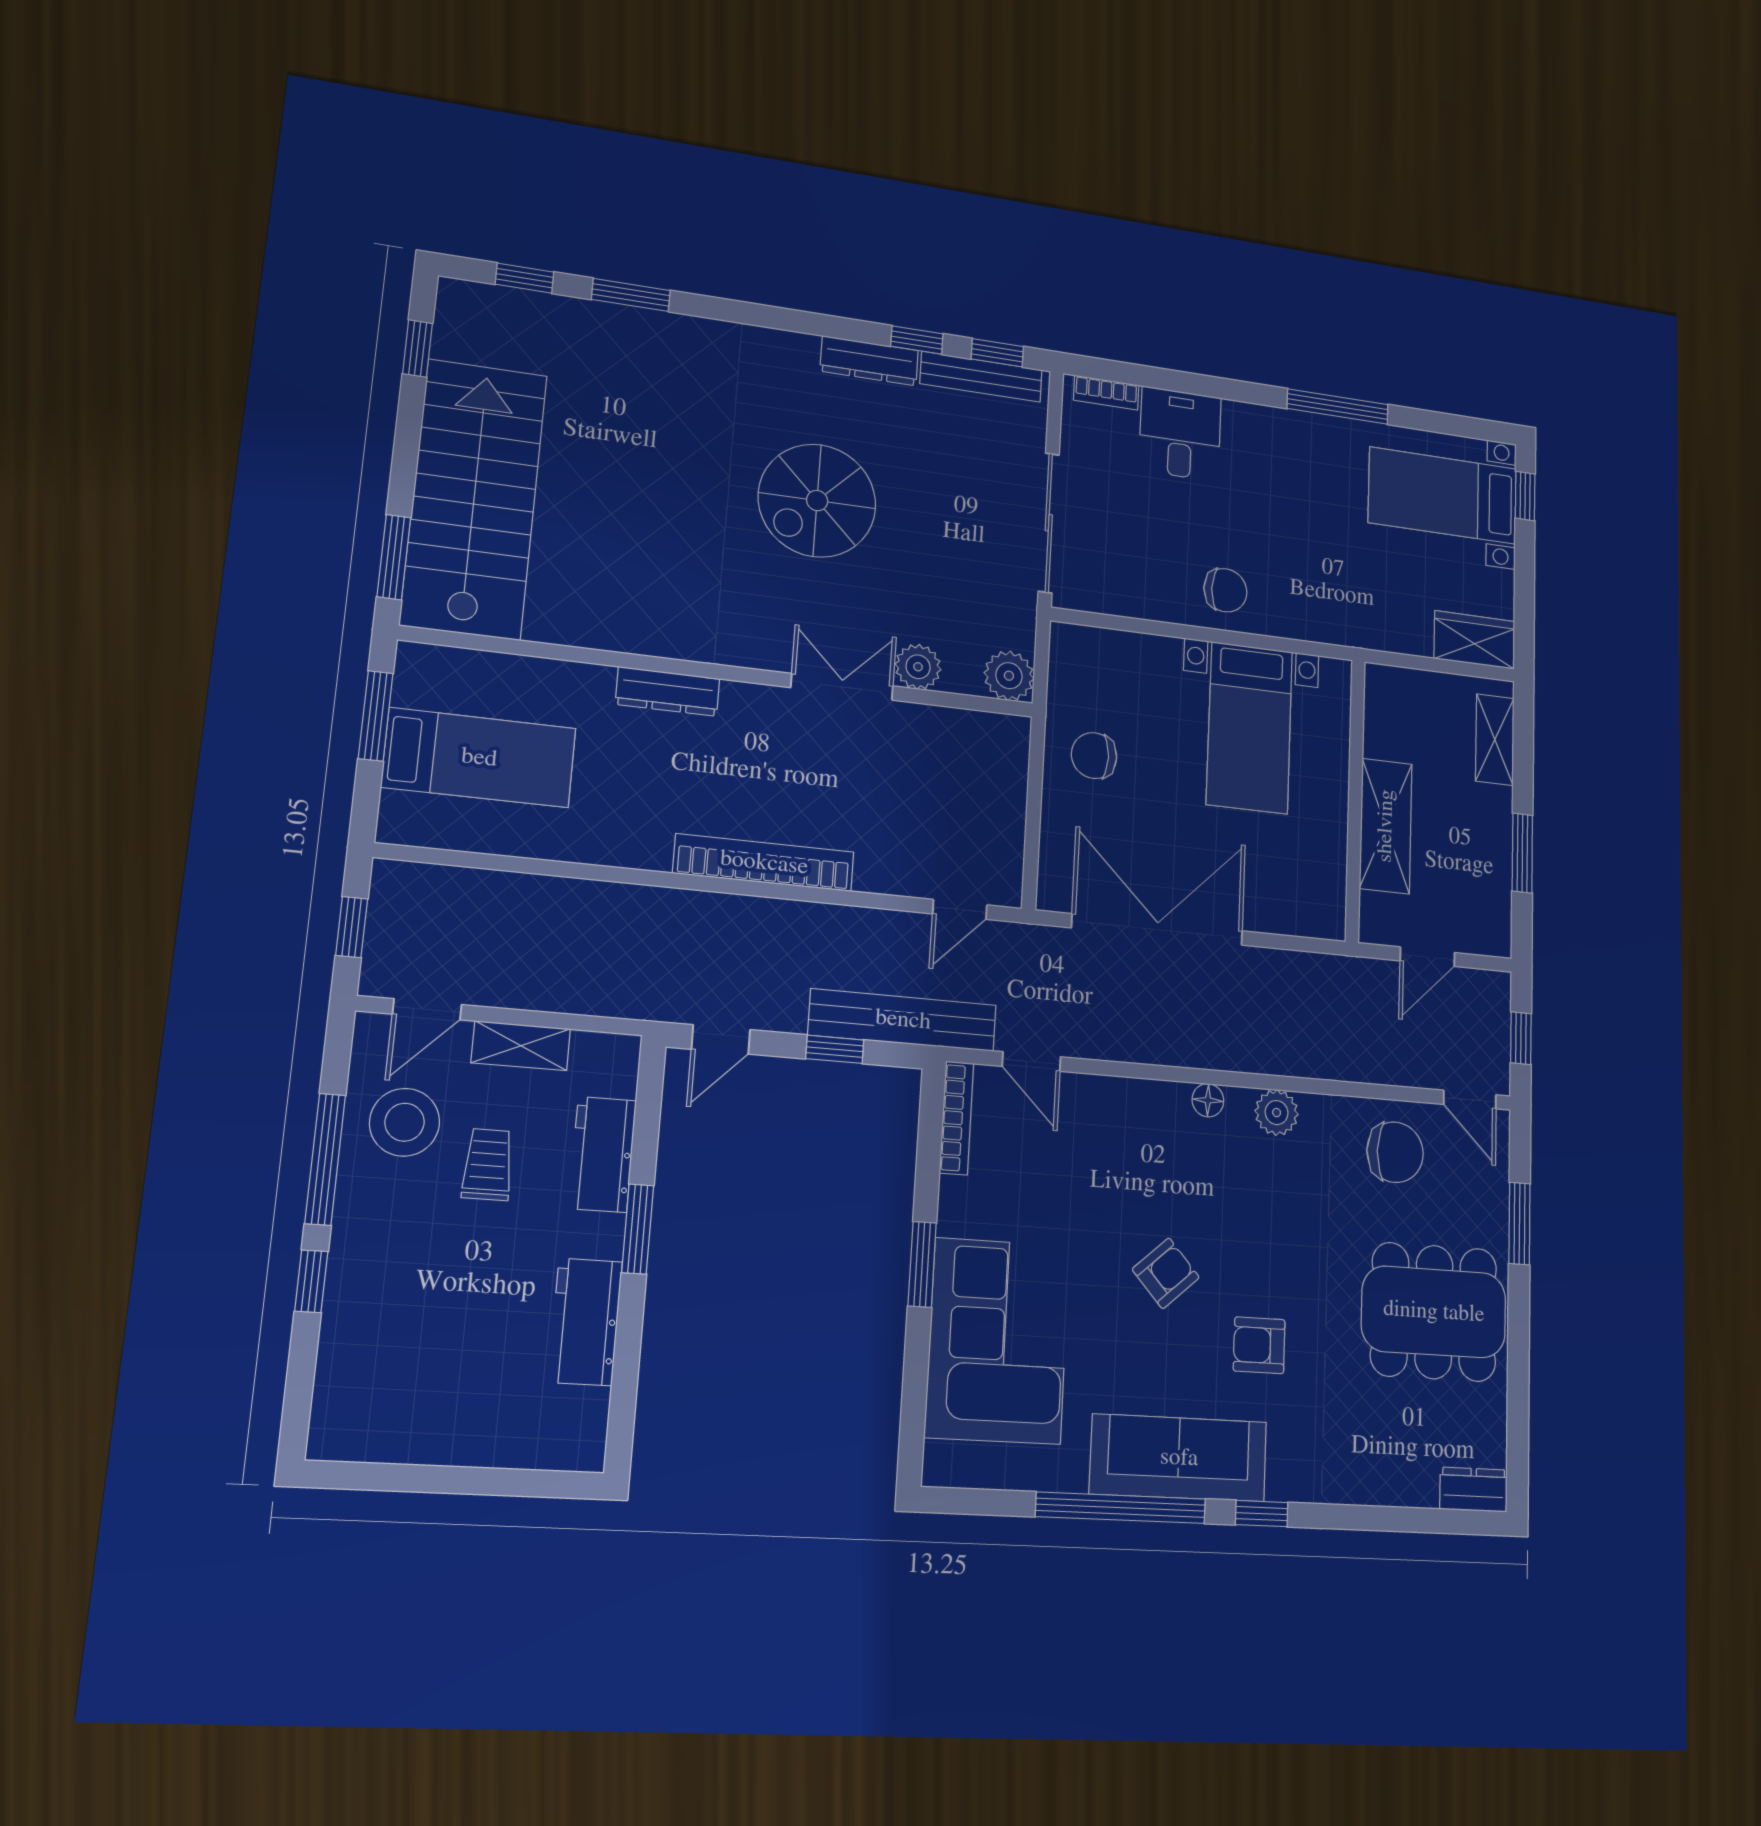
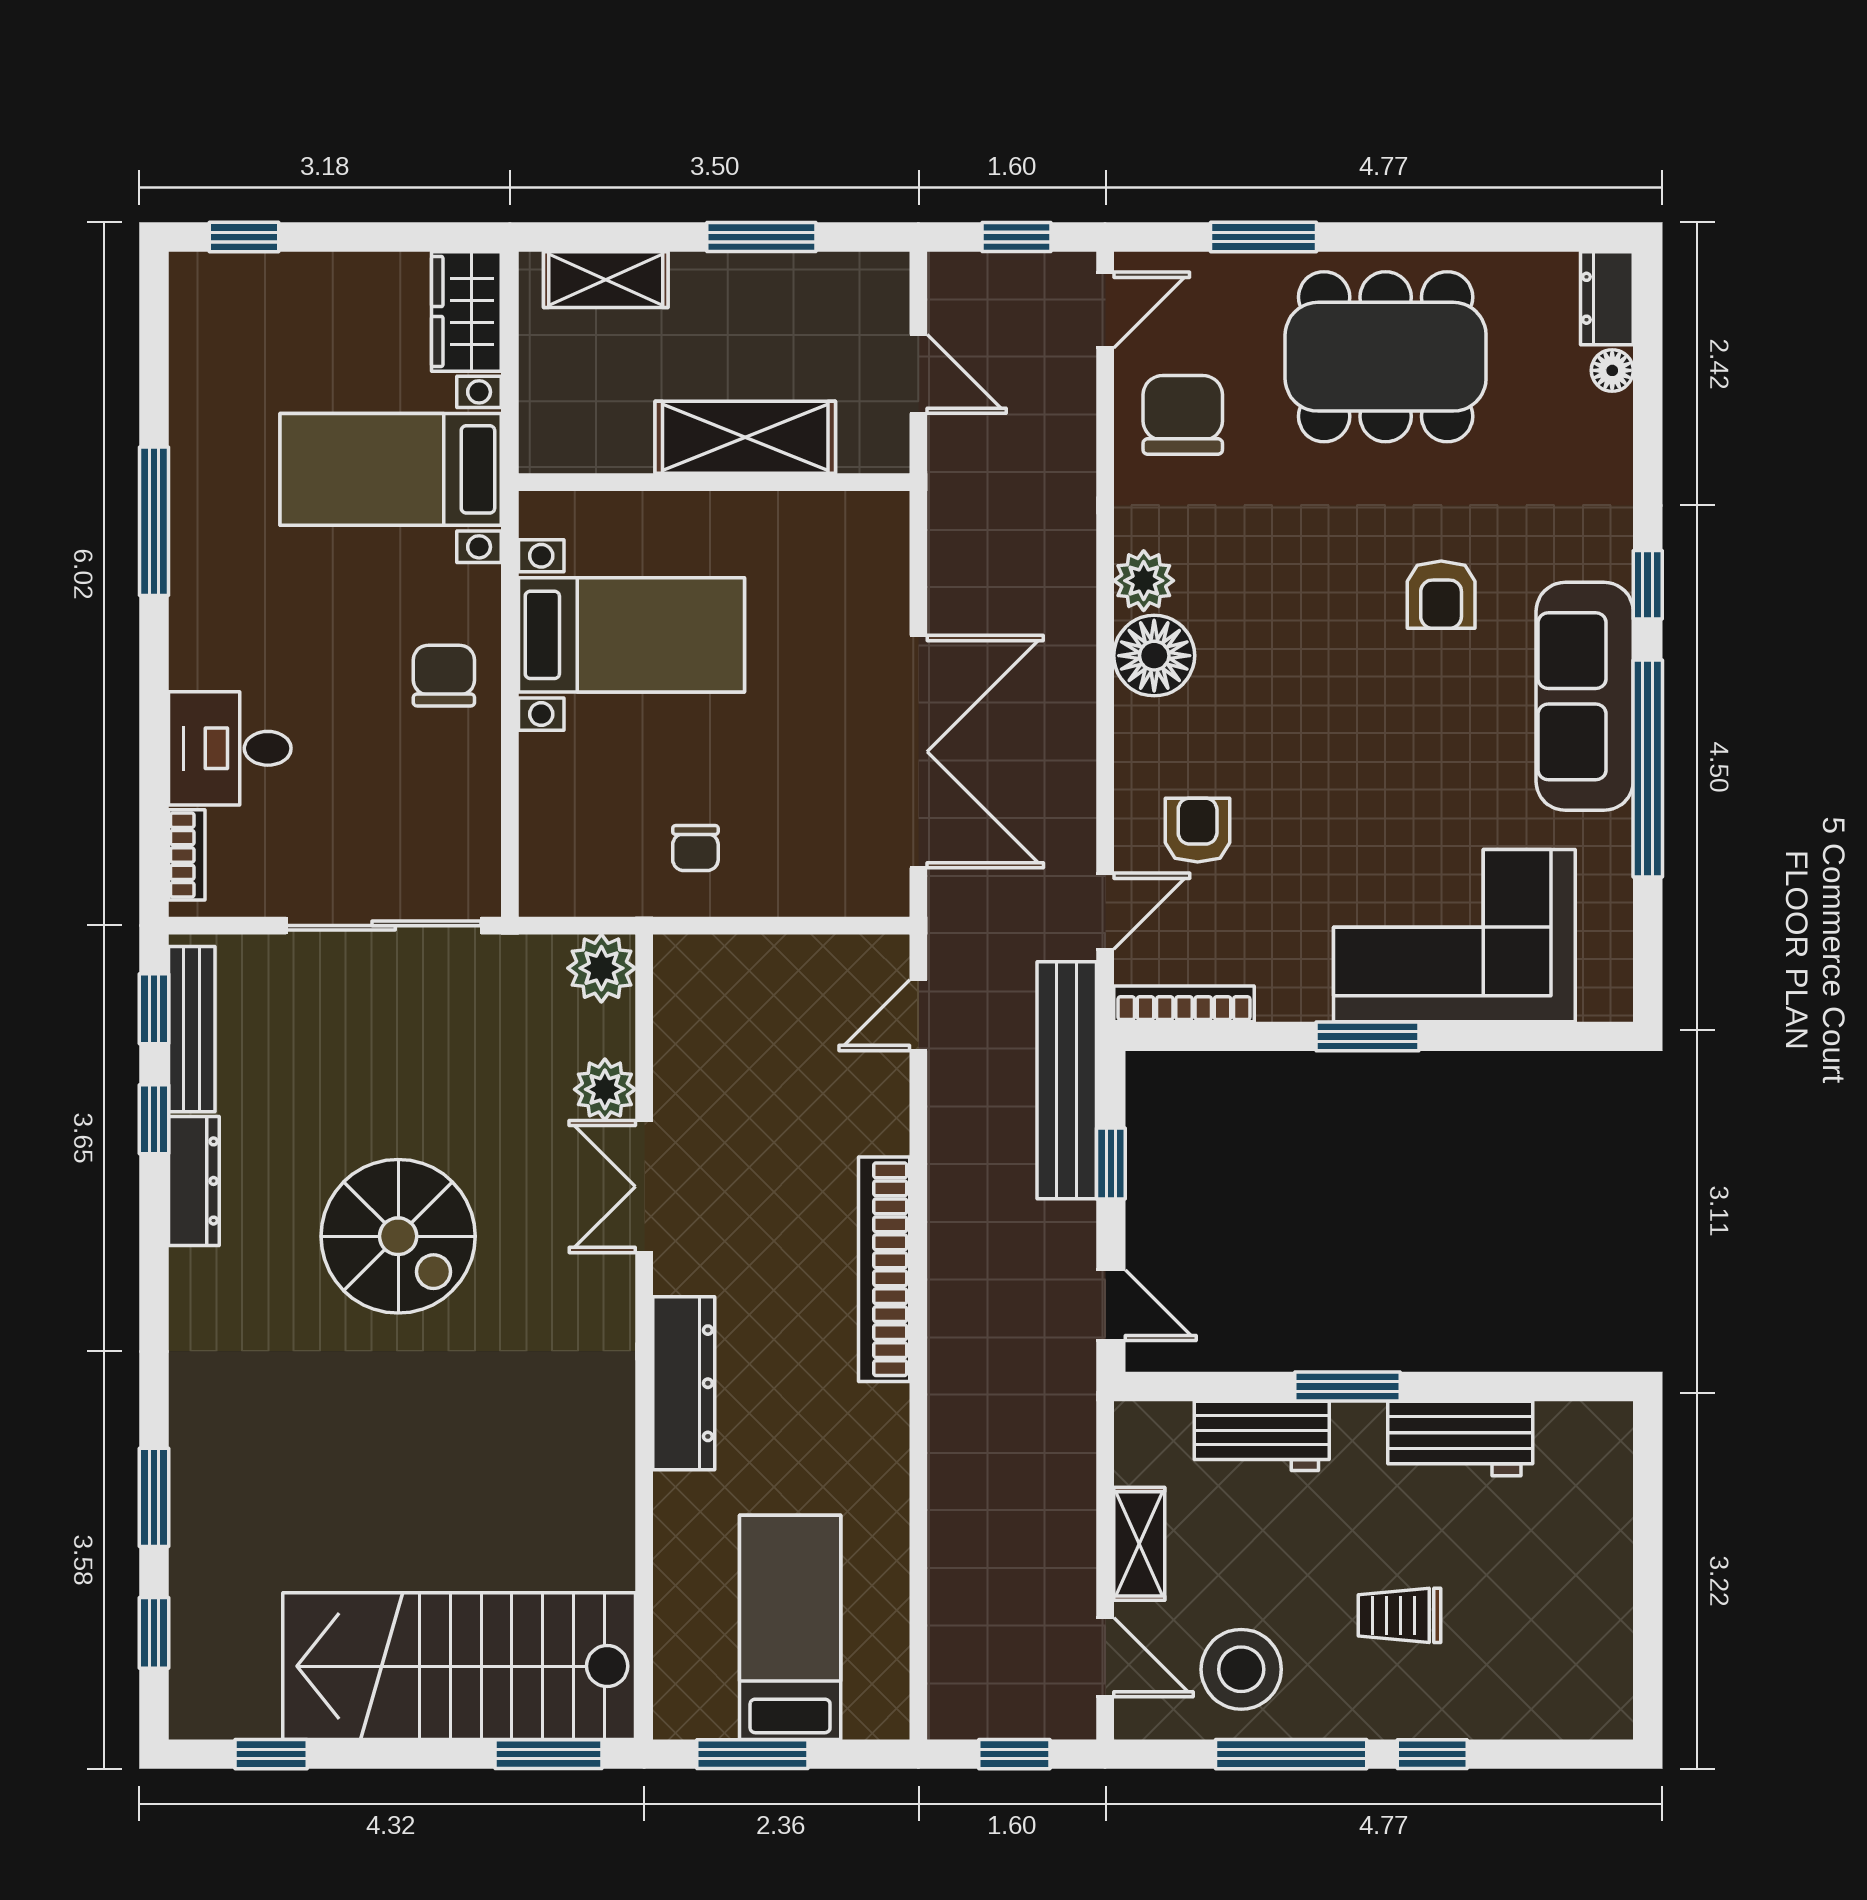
bed with nightstands: (1443, 496) -> (391, 469), moved, turned 90
dresser: (668, 691) -> (684, 1383), width x1.37, depth x1.24
chair: (1094, 756) -> (695, 848), width x0.73, depth x0.73
door: (960, 909) -> (918, 1015), swing flipped
double door: (1158, 929) -> (918, 752), swing flipped
floor lamp: (1208, 1100) -> (1154, 656), width x1.89, depth x1.89
trolley: (488, 1164) -> (1399, 1615), moved
armchair: (1166, 1273) -> (1198, 830), moved, turned 42
dining table: (1434, 1312) -> (1386, 357), turned 90
floor lamp: (1421, 1491) -> (1612, 370), added

